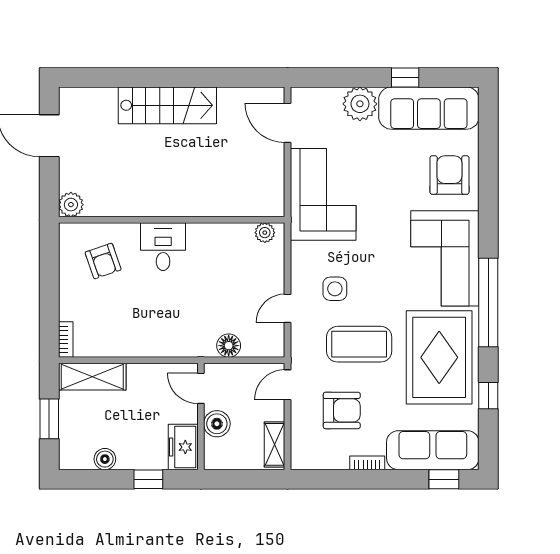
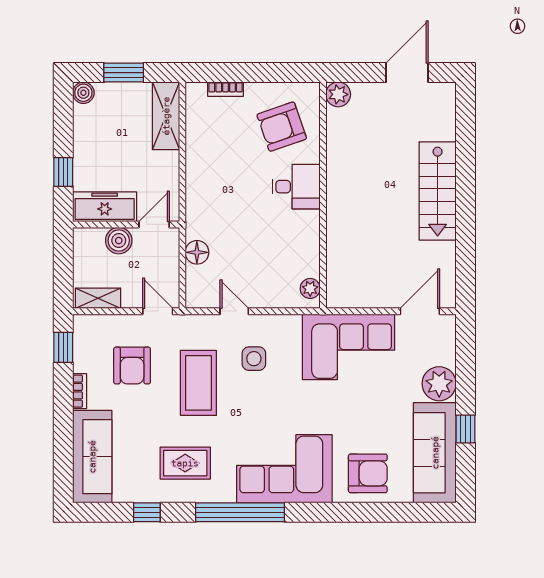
armchair: (103, 261) -> (282, 127), width x1.38, depth x1.38
bookcase: (66, 340) -> (226, 89), moved
rug: (439, 357) -> (185, 463), width x0.54, depth x0.49
freezer: (183, 447) -> (105, 207), width x1.40
boiler: (105, 459) -> (83, 93), moved
window: (444, 479) -> (63, 347), moved

